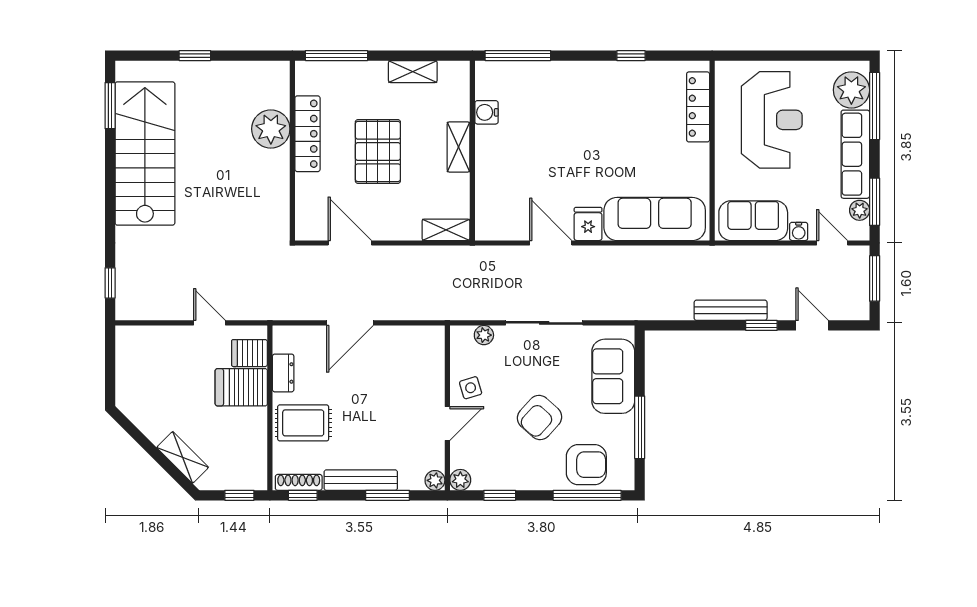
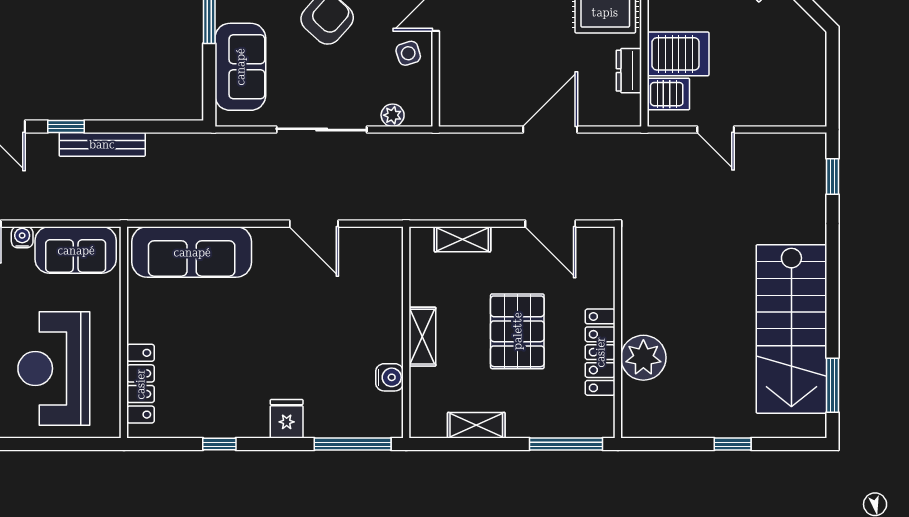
fridge: (588, 224) -> (287, 419), moved, turned 180
shelving: (446, 230) -> (462, 239), moved

